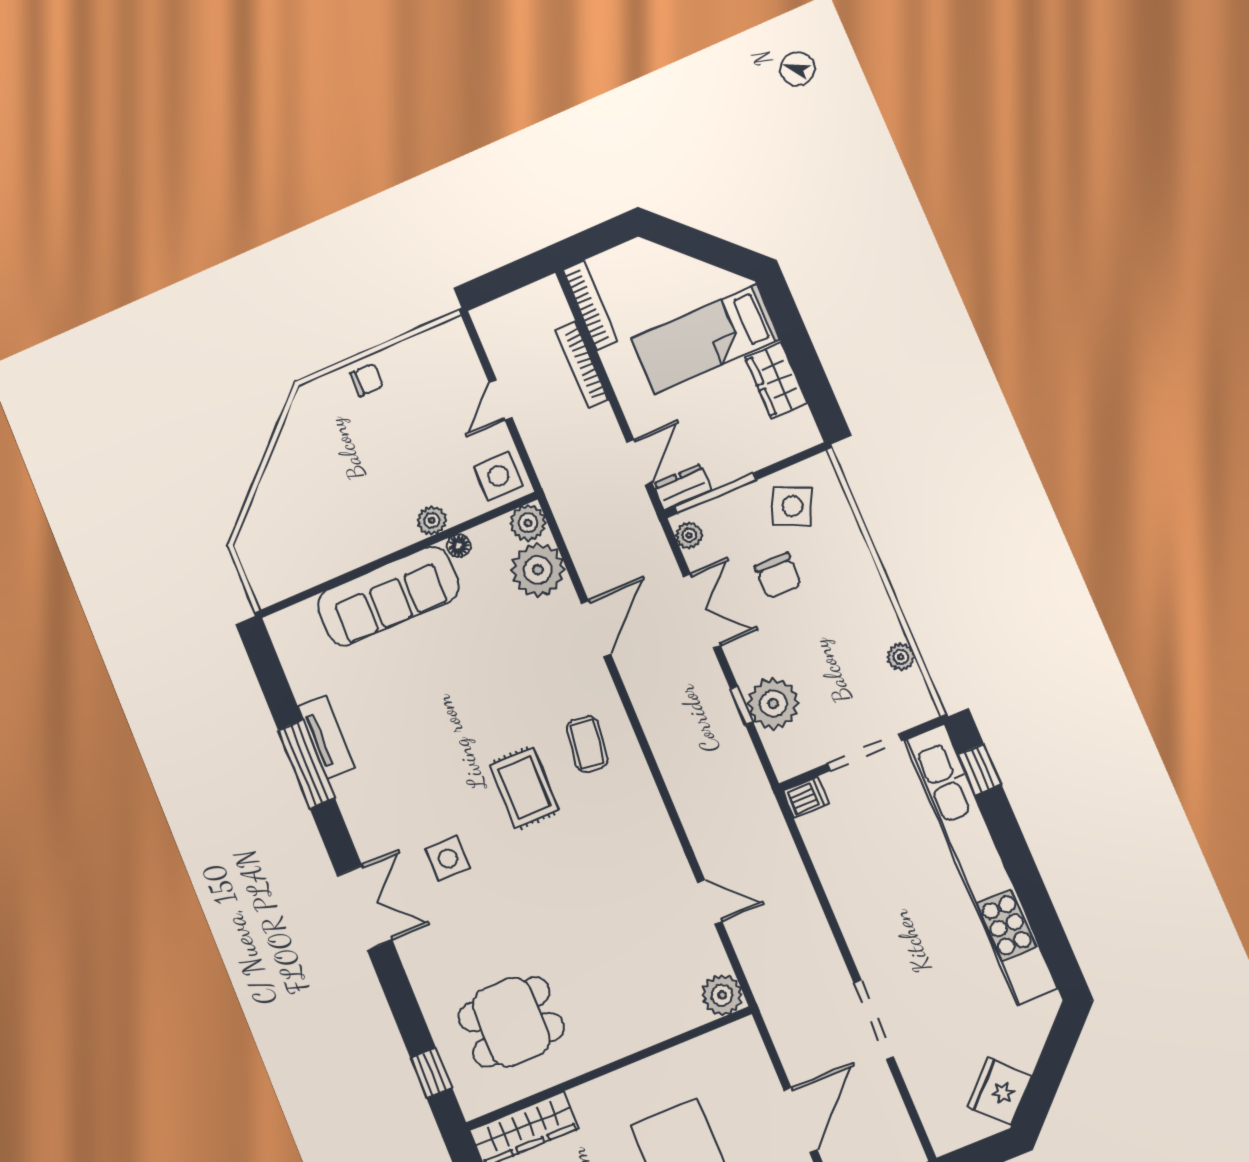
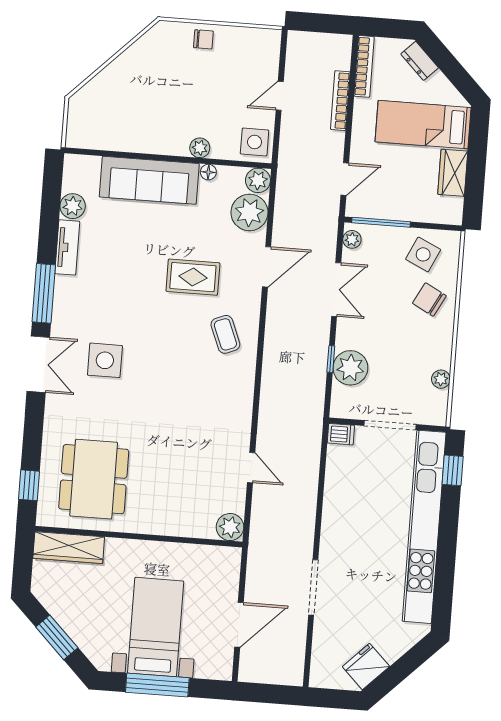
dresser: (682, 487) -> (420, 61), moved, turned -135
chair: (778, 576) -> (429, 299), moved, turned 118
plant: (307, 680) -> (73, 206), added
coffee table: (587, 744) -> (225, 334), turned -30
window: (307, 764) -> (44, 293), moved
rug: (524, 788) -> (193, 277), moved, turned 90
side table: (448, 859) -> (105, 360), width x1.37, depth x1.37
dining table: (511, 1022) -> (94, 479), width x1.38

